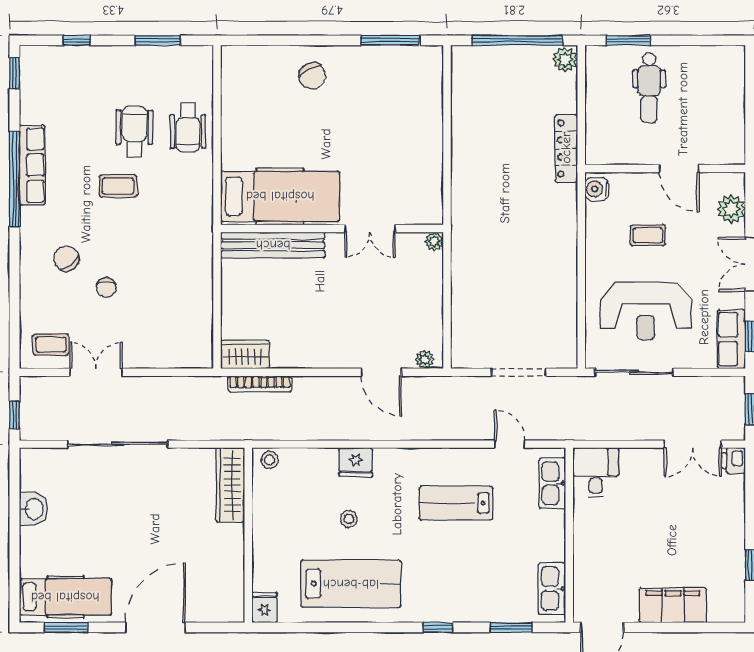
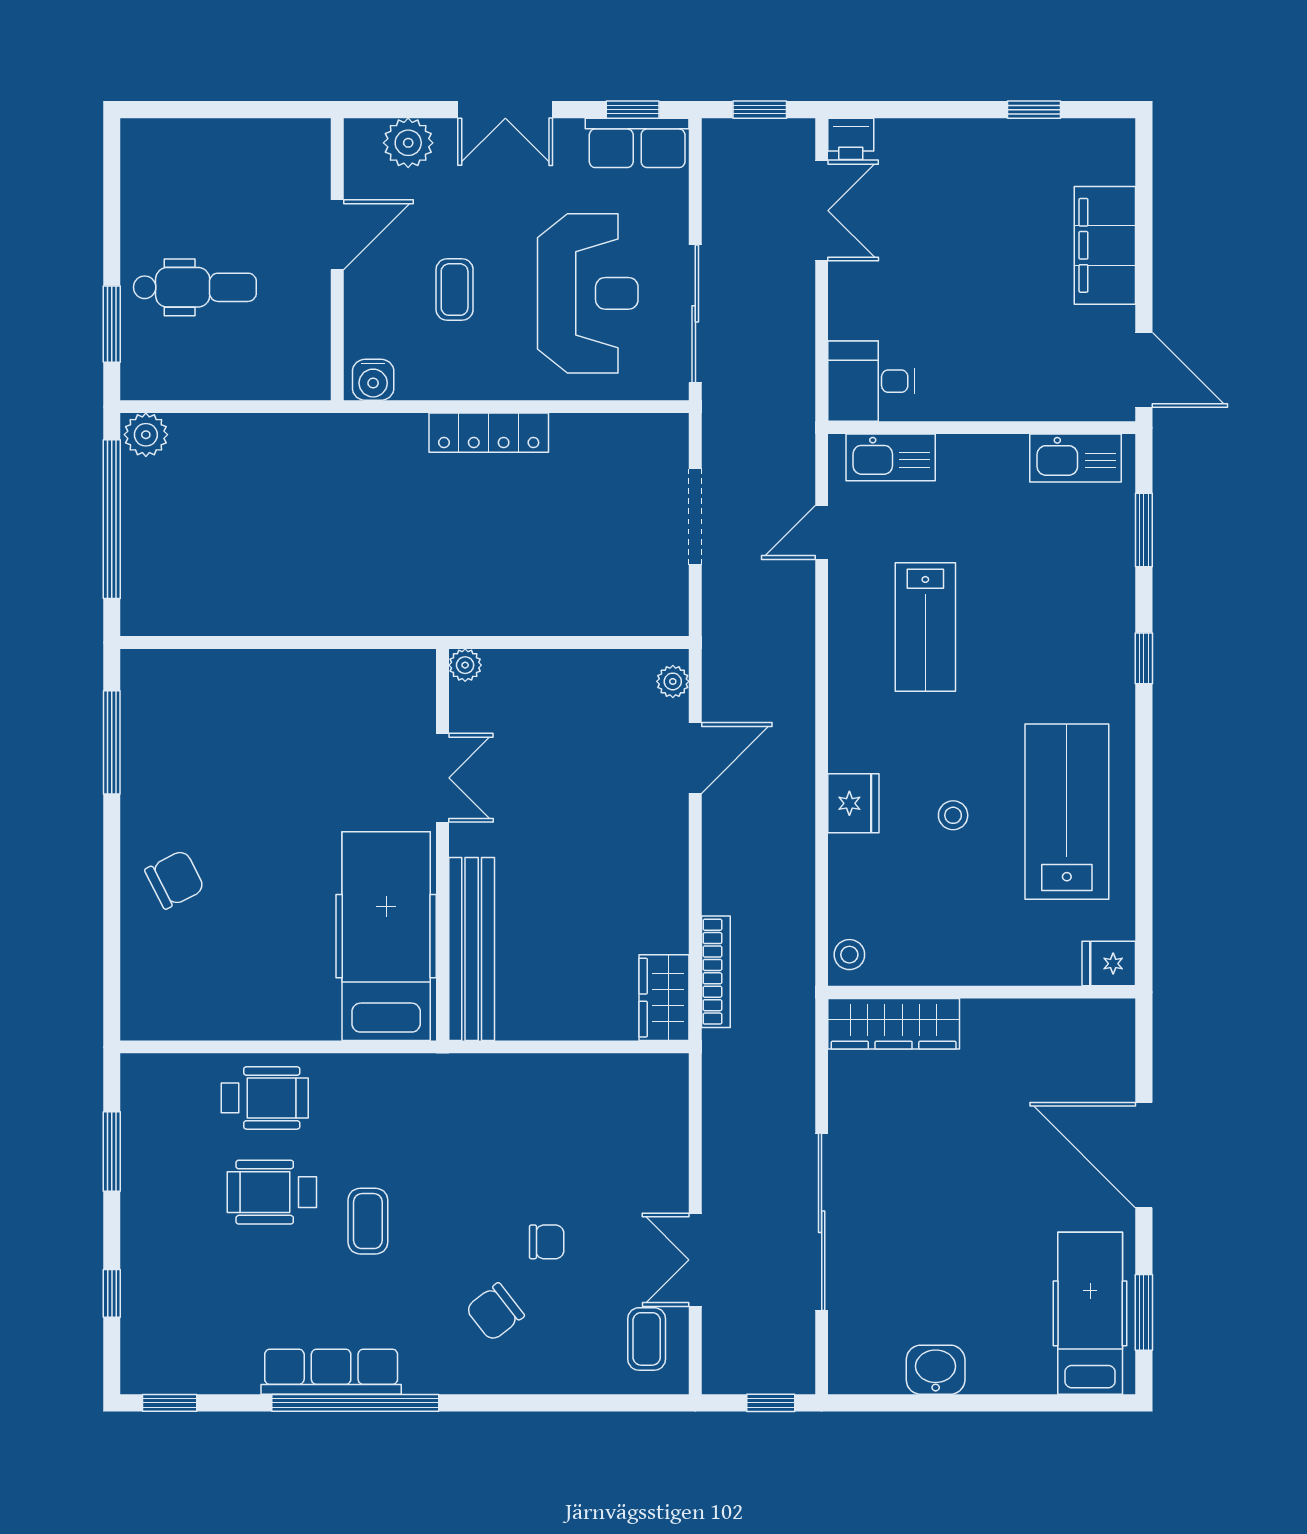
locker: (566, 149) -> (489, 433), moved

